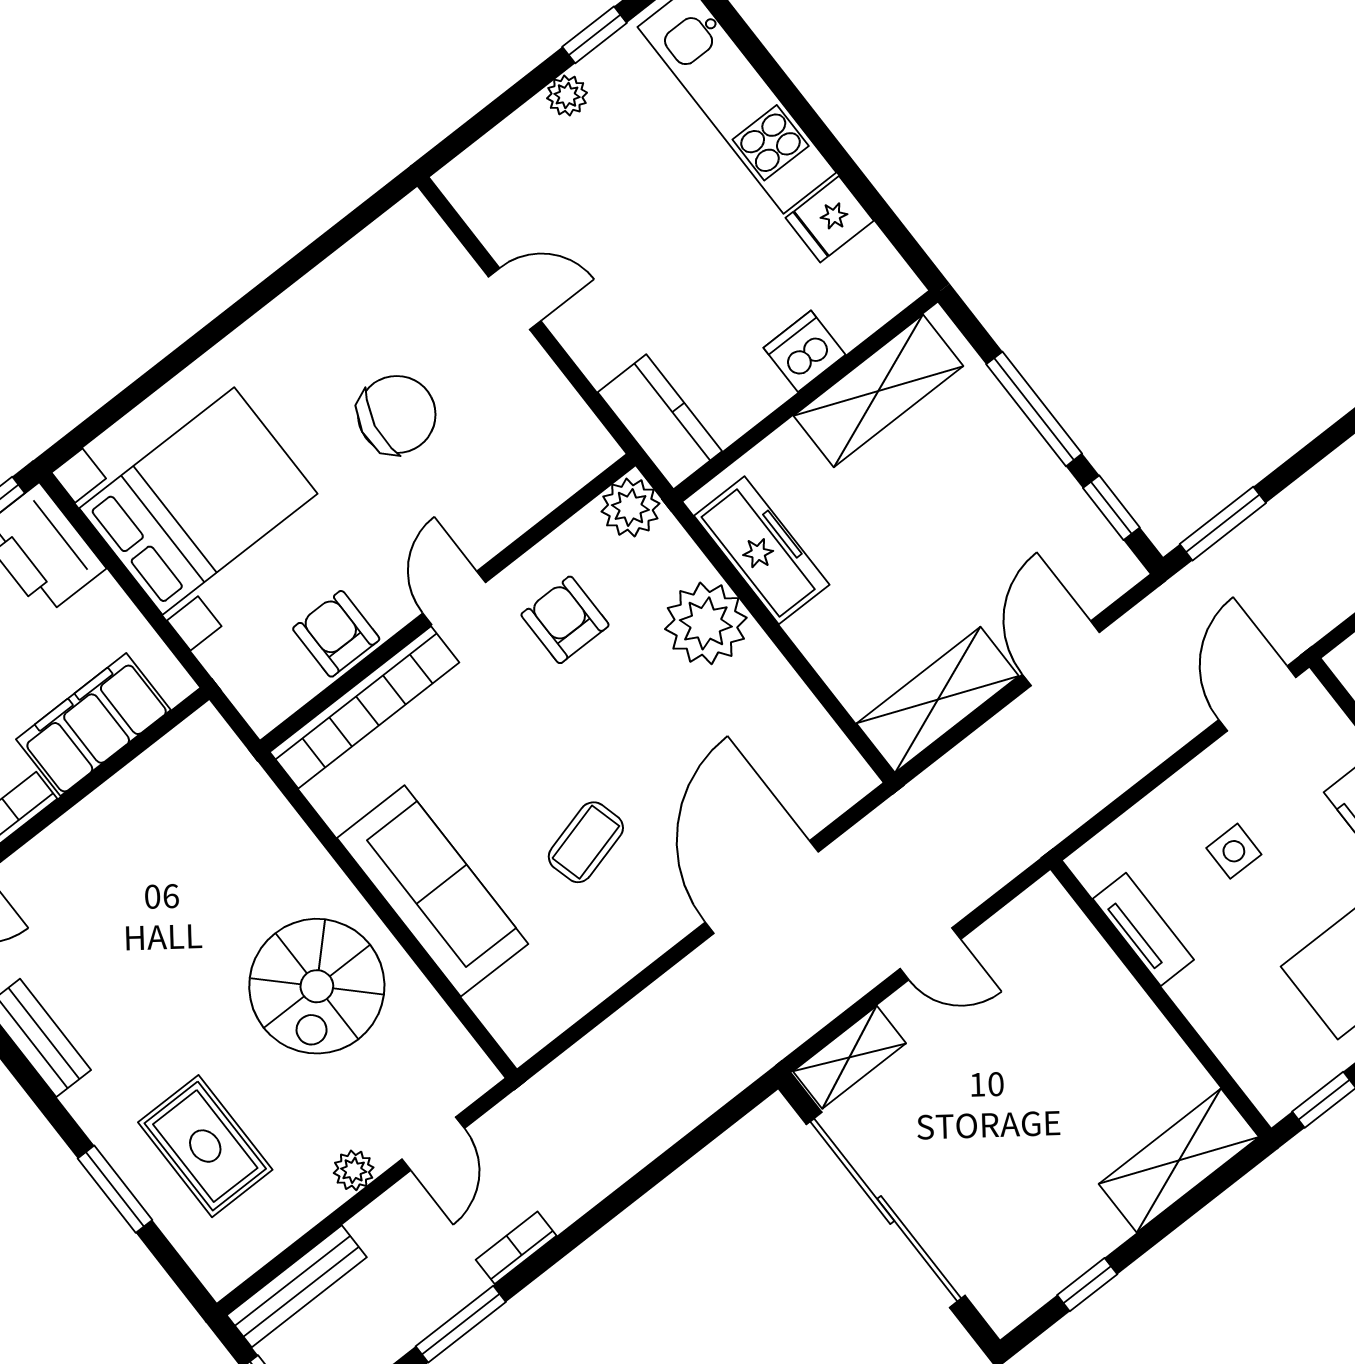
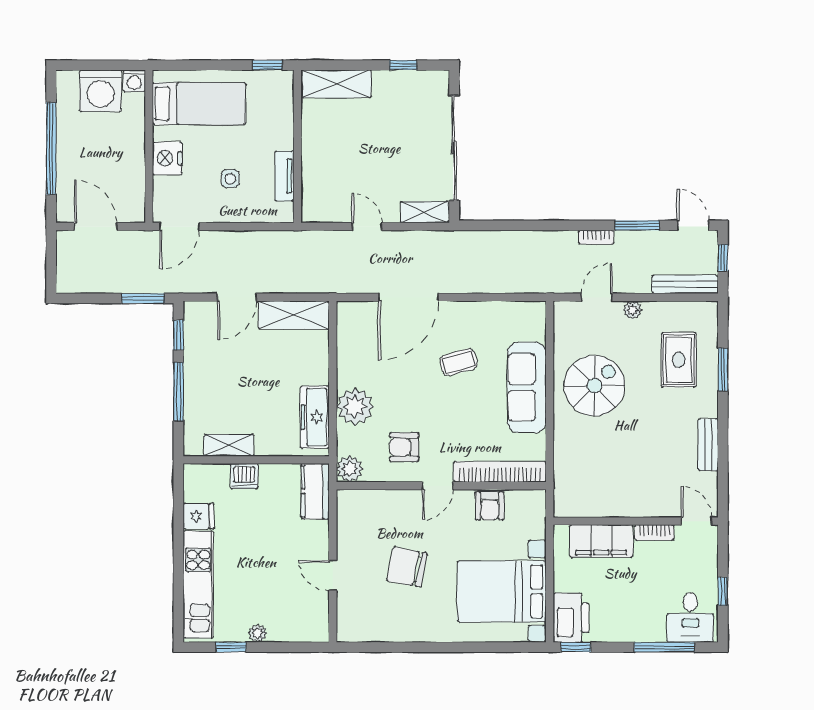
shelving: (878, 391) -> (229, 445), width x0.67, depth x0.75
armchair: (565, 620) -> (404, 447), turned 90

